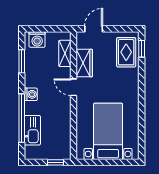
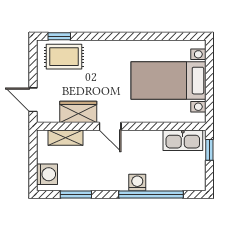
door: (74, 87) -> (110, 126), hinge flipped
washing machine: (31, 94) -> (137, 183), moved
kitchen sink: (32, 130) -> (183, 140), moved, turned 180

